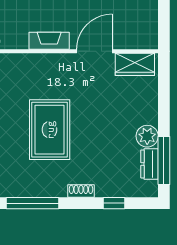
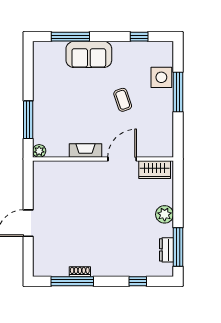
rug: (50, 130) -> (86, 222), removed
plant: (147, 136) -> (165, 214), moved
shoe rack: (81, 191) -> (80, 272), moved

